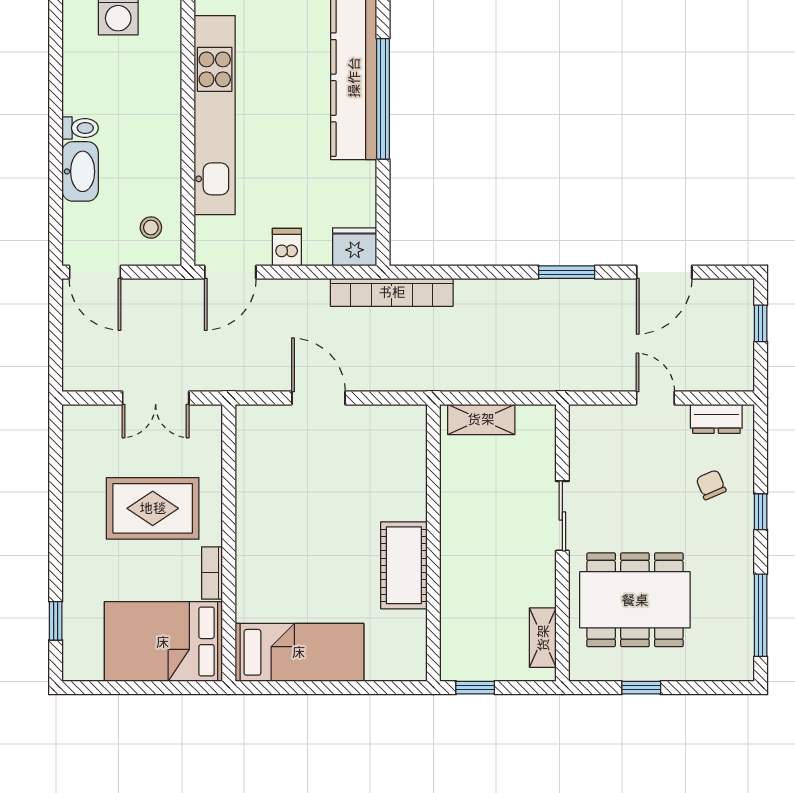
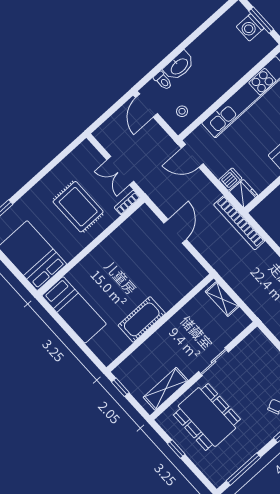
toilet: (80, 128) -> (163, 81), moved
dishwasher: (287, 247) -> (230, 179), moved
bookcase: (212, 573) -> (127, 203), moved
shelving: (543, 638) -> (166, 389), width x1.50, depth x1.33

